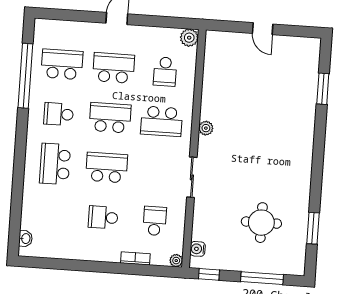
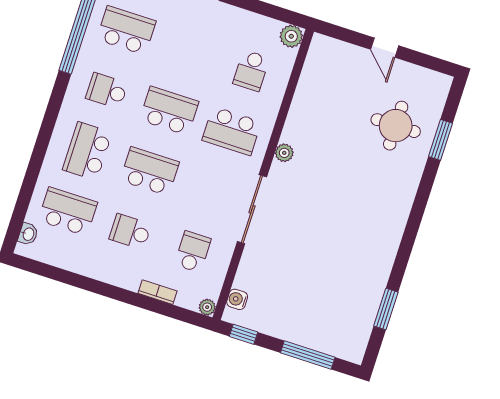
school desk: (114, 68) -> (68, 211), moved
sliding door: (192, 177) -> (252, 209), width x1.37
round table: (261, 223) -> (396, 126), moved

